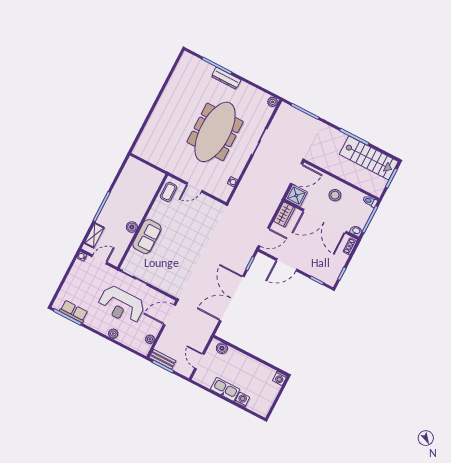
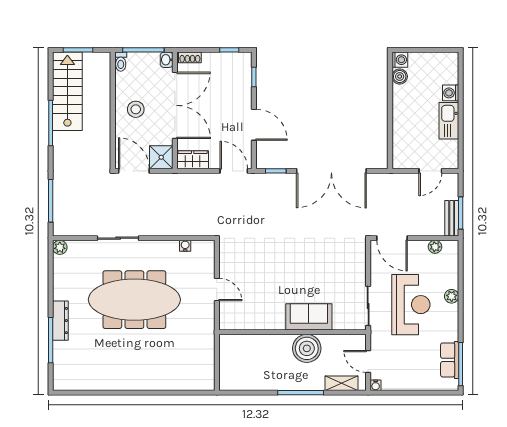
coffee table: (168, 192) -> (239, 319), removed
boiler: (132, 227) -> (307, 348), width x1.86, depth x1.86
boiler: (222, 348) -> (400, 76), moved

